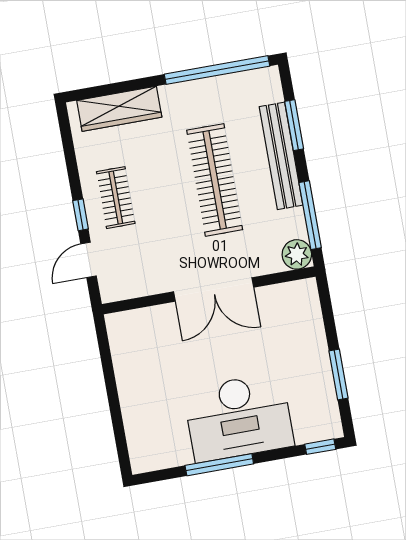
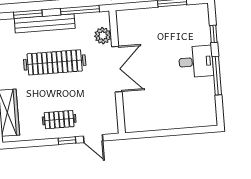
plant: (297, 254) -> (103, 36), moved
desk: (239, 417) -> (196, 62), width x0.53, depth x0.77
window: (320, 447) -> (214, 34), moved

